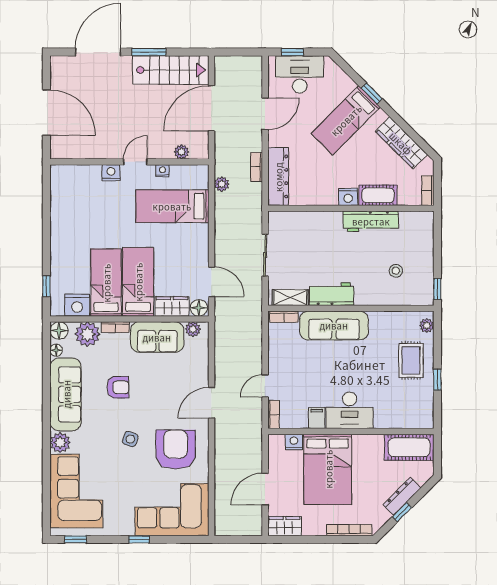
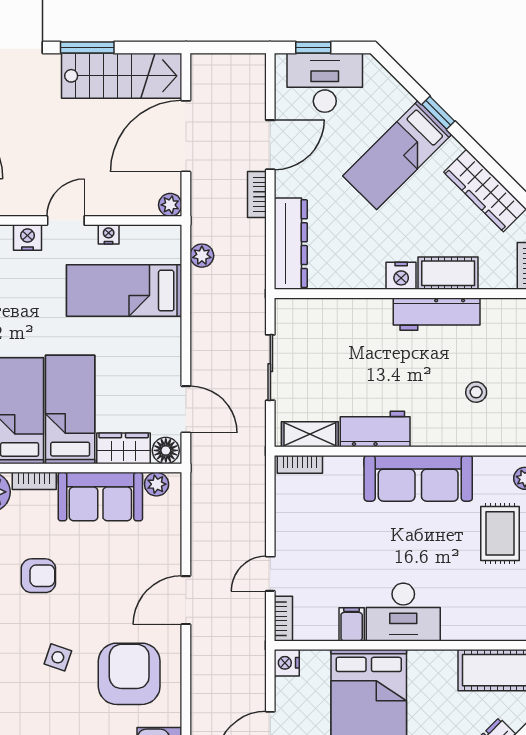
plant: (181, 152) -> (170, 205), moved
bookcase: (257, 167) -> (257, 194), moved
sofa: (334, 325) -> (418, 478), moved
nightstand: (294, 442) -> (287, 663), moved, turned -90

